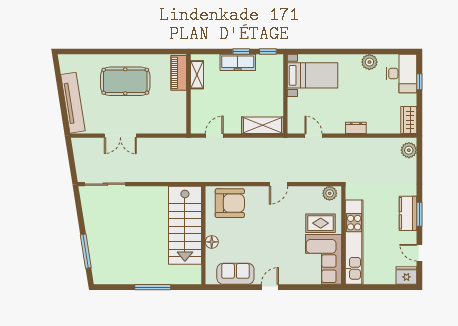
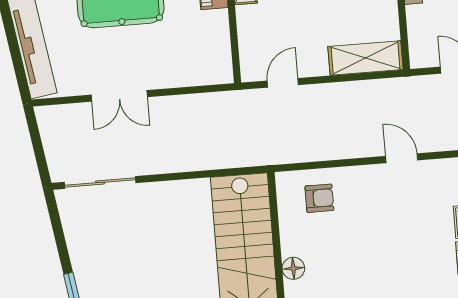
door: (279, 184) -> (402, 158), swing flipped
armchair: (230, 203) -> (319, 198), width x0.53, depth x0.53

